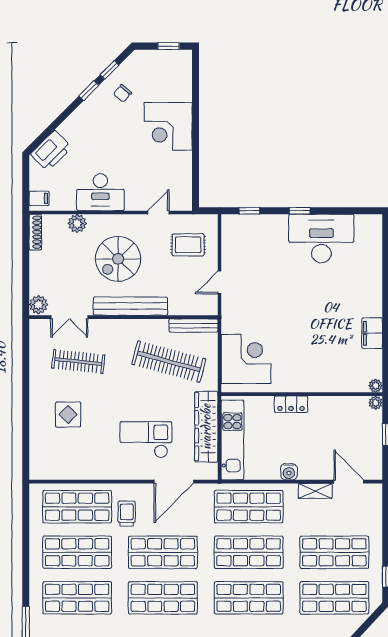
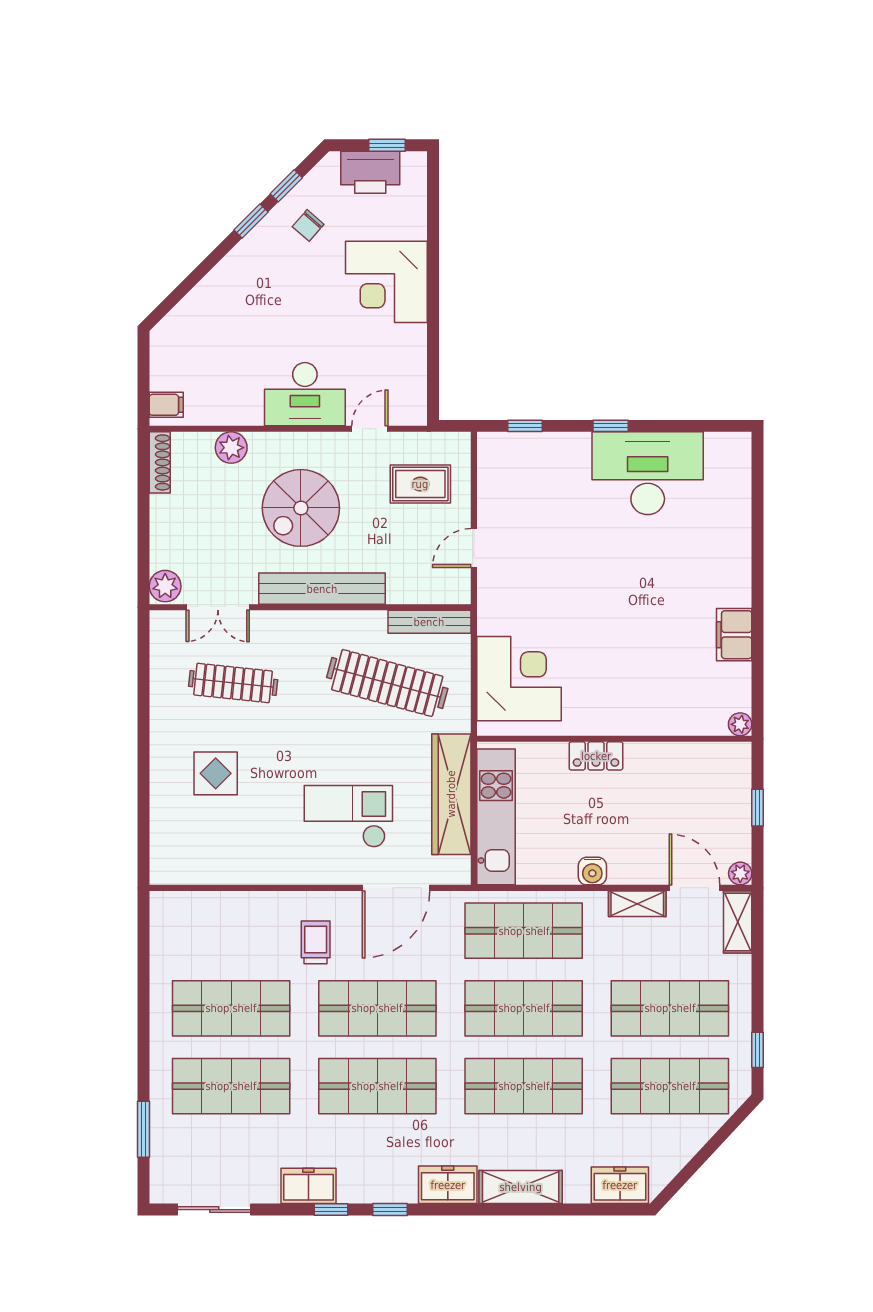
printer: (51, 151) -> (370, 172), moved, turned 45
desk: (100, 192) -> (305, 394), moved
plant: (376, 403) -> (740, 873), moved
shelving: (374, 502) -> (738, 922), added
shop shelf: (77, 507) -> (231, 931), removed

